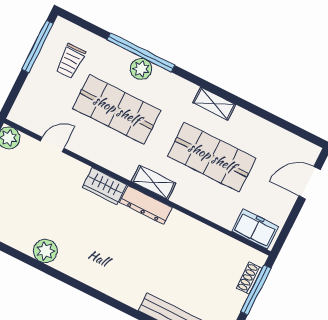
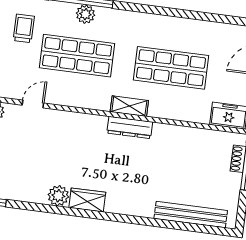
trolley: (70, 61) -> (24, 28), turned 180
shelving: (214, 104) -> (157, 22), removed
wardrobe: (105, 186) -> (87, 200), moved, turned 180

